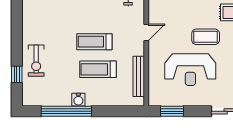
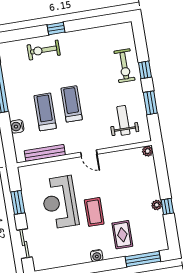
window: (17, 74) -> (56, 29), moved
water cooler: (78, 100) -> (17, 126), moved
window: (172, 111) -> (18, 202), moved

